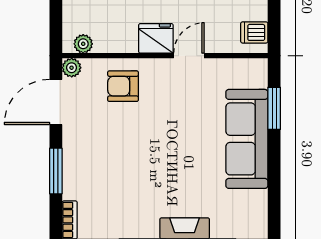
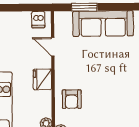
door: (189, 56) -> (53, 47), moved

